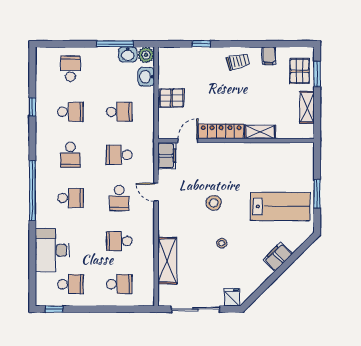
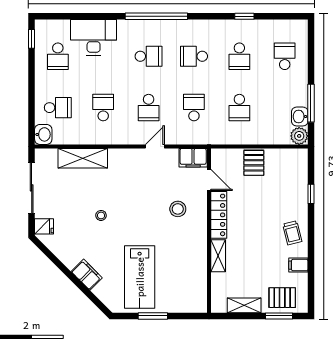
school desk: (70, 69) -> (285, 56), turned -90
washbasin: (146, 77) -> (43, 134), moved, turned 90
school desk: (70, 198) -> (149, 56), turned -90
school desk: (119, 198) -> (149, 108), turned -90
stool: (214, 203) -> (178, 209), moved
school desk: (119, 284) -> (58, 108), turned -90

